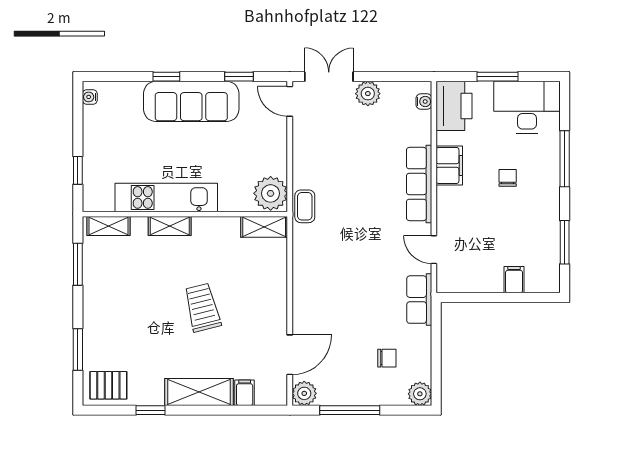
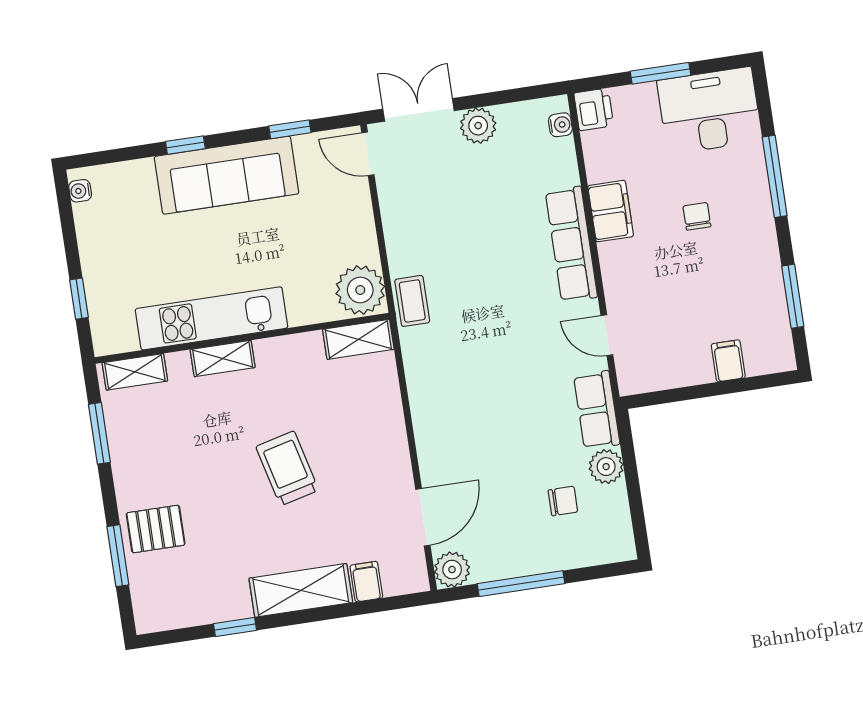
printer: (454, 106) -> (594, 109), width x0.53, depth x0.68
pallet: (108, 385) -> (156, 529), moved
plant: (420, 394) -> (606, 467), moved

